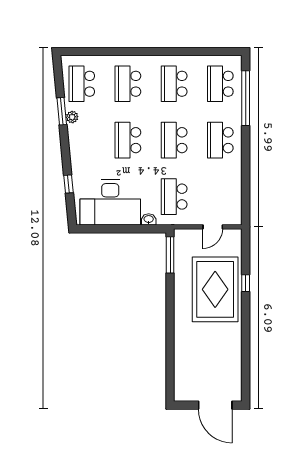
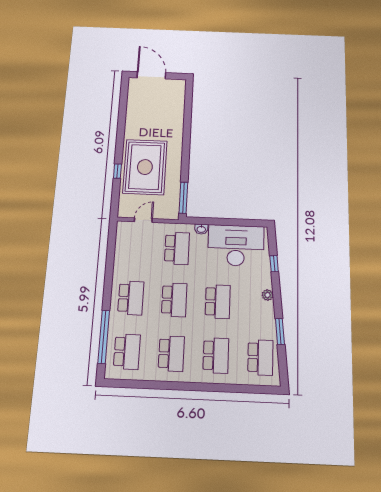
plant: (72, 117) -> (268, 295), moved

